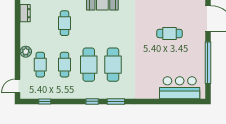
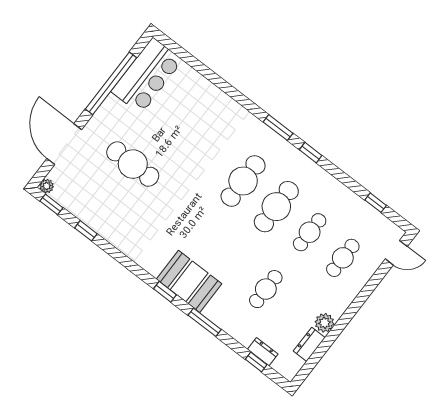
cafe table: (169, 34) -> (133, 164), width x1.37, depth x1.35
plant: (26, 52) -> (324, 323), moved
bar counter: (180, 88) -> (147, 76), moved, turned -90

